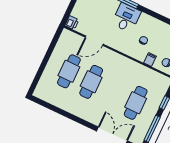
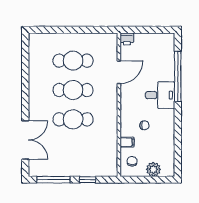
door: (94, 41) -> (119, 72), swing flipped
cafe table: (136, 103) -> (73, 119), moved

